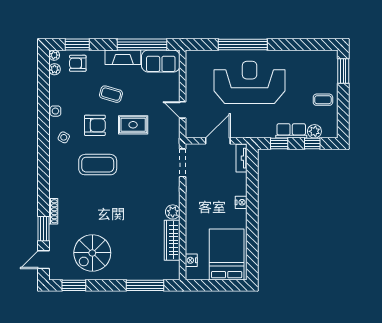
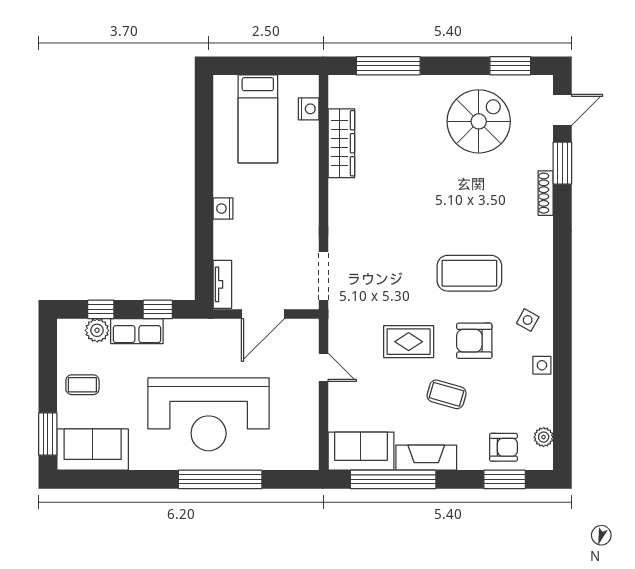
plant: (54, 55) -> (544, 461), removed
sofa: (317, 62) -> (93, 450), added
plant: (173, 212) -> (340, 192), removed
bed: (227, 254) -> (258, 119), width x0.67

